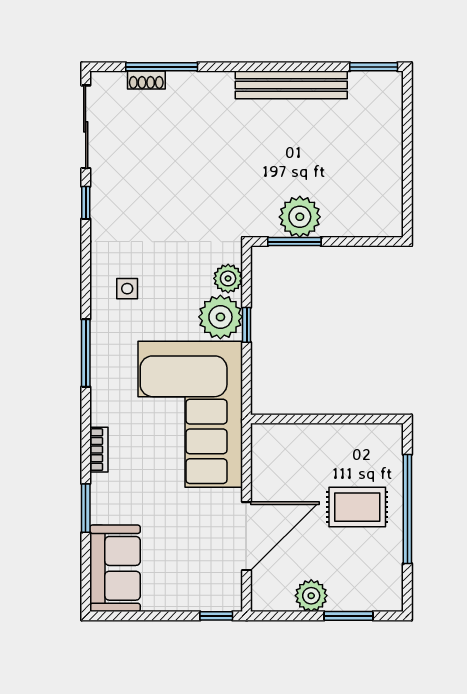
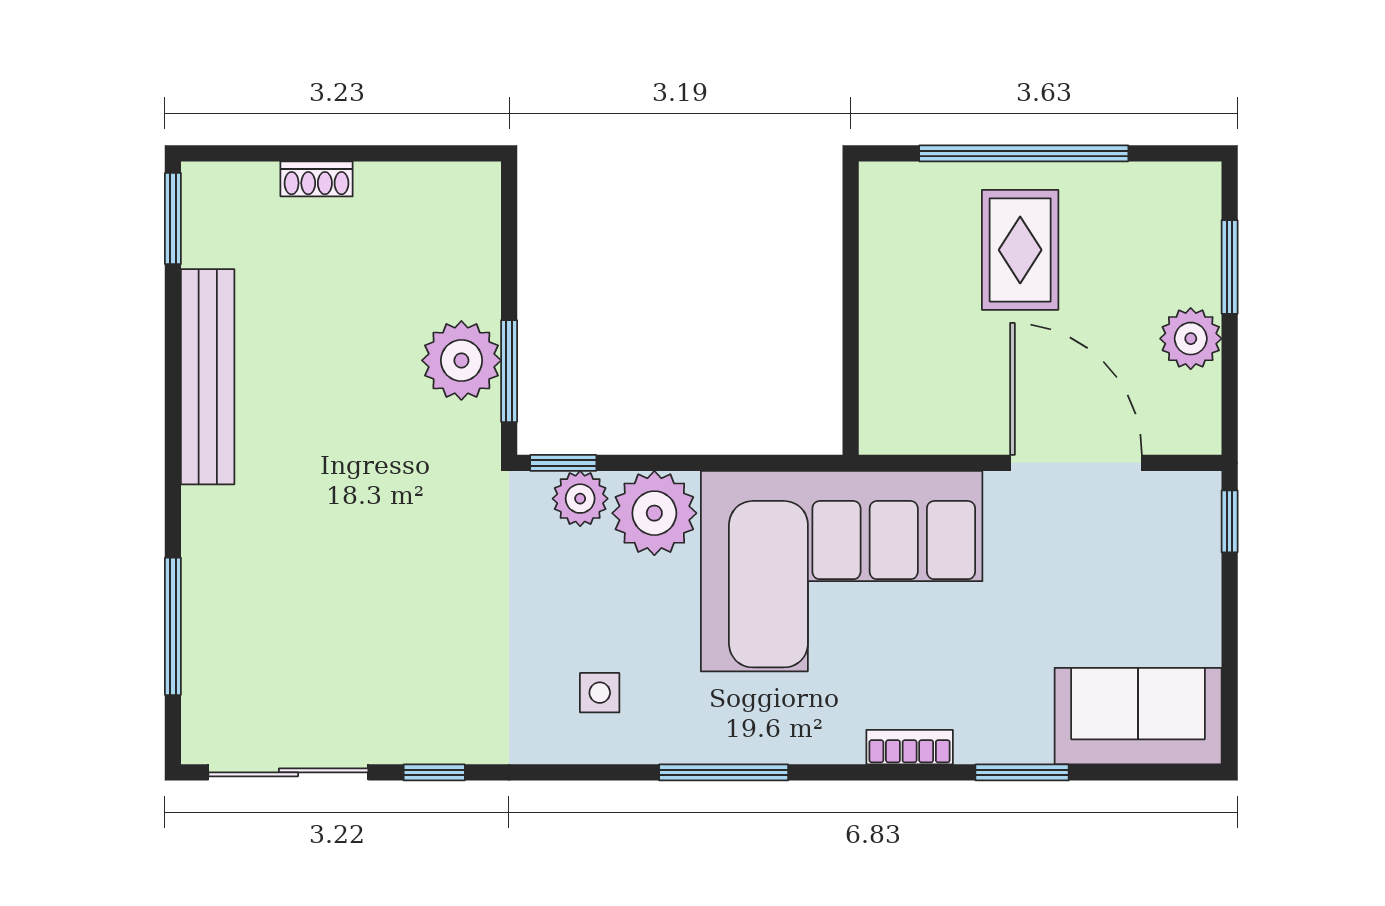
shoe rack: (146, 80) -> (317, 179), moved, turned 90
window: (247, 325) -> (563, 463), moved

